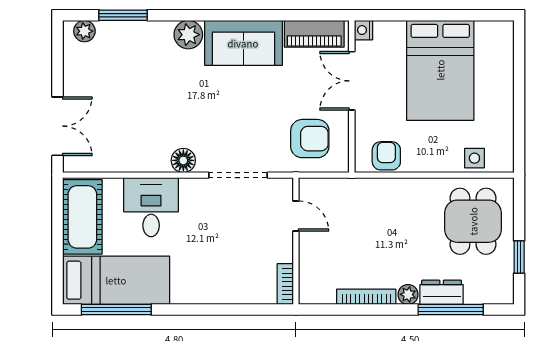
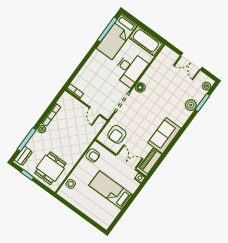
plant: (188, 35) -> (191, 105), moved
bed: (440, 70) -> (111, 190), width x0.67
double door: (58, 126) -> (191, 61), moved
desk: (151, 207) -> (130, 69), width x1.37
door: (296, 216) -> (95, 111), hinge flipped
dining table: (473, 221) -> (50, 168), turned 90
dresser: (442, 292) -> (23, 156), moved

